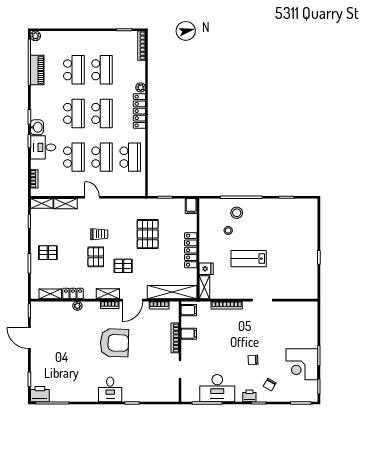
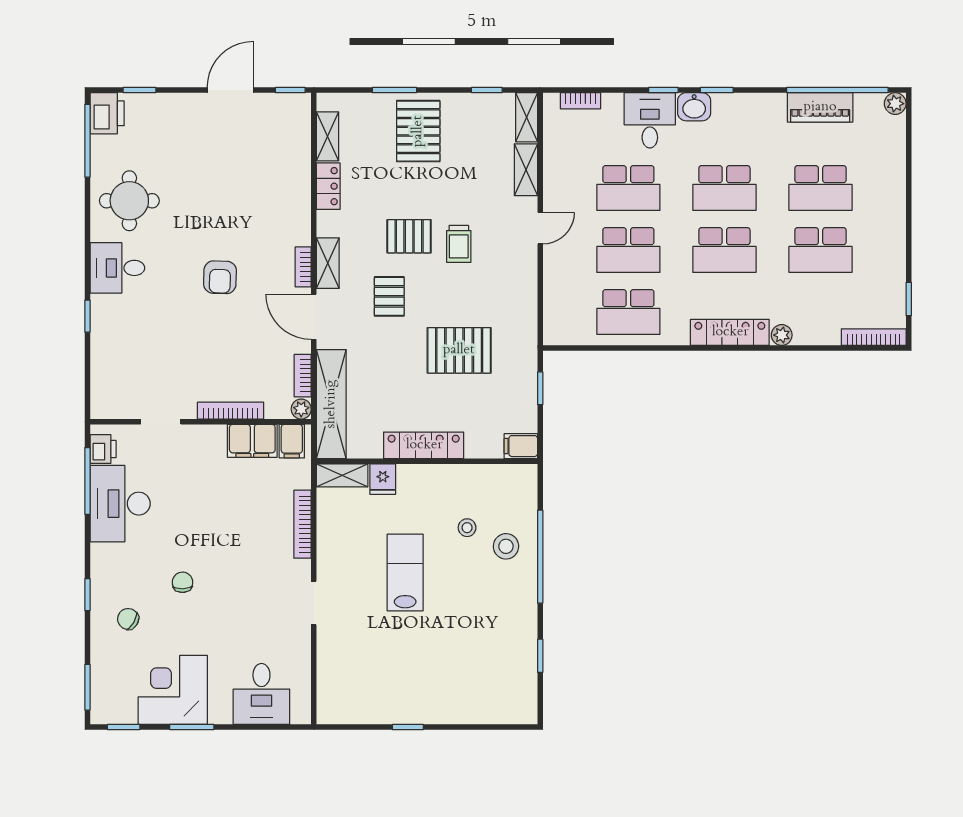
pallet: (48, 253) -> (418, 131), width x1.50, depth x1.42
plant: (77, 306) -> (301, 409), moved
desk: (304, 324) -> (261, 694), added
filing cabinet: (189, 334) -> (252, 441), width x2.00
armchair: (114, 343) -> (220, 277), width x0.53, depth x0.53
round table: (80, 384) -> (129, 201), added
printer: (249, 396) -> (103, 449), moved

